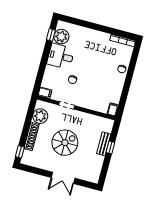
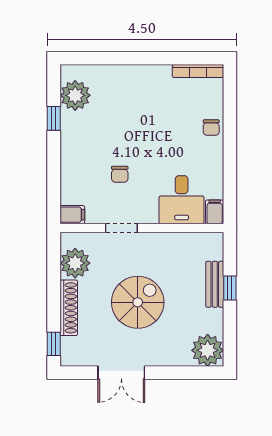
window: (51, 35) -> (54, 118), moved
desk: (61, 56) -> (182, 200), moved, turned -90
plant: (92, 174) -> (208, 350), added
double door: (63, 178) -> (121, 373), moved

